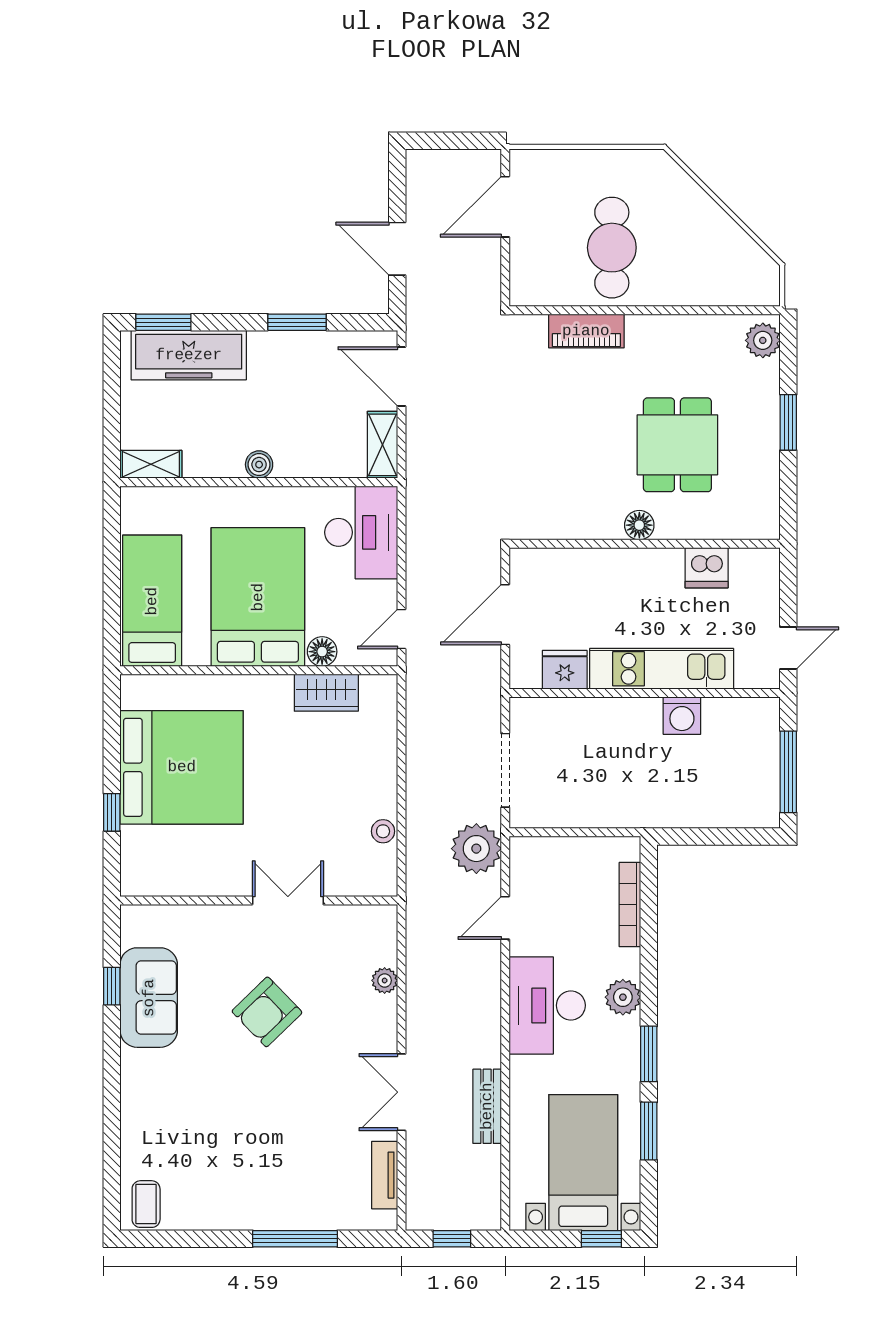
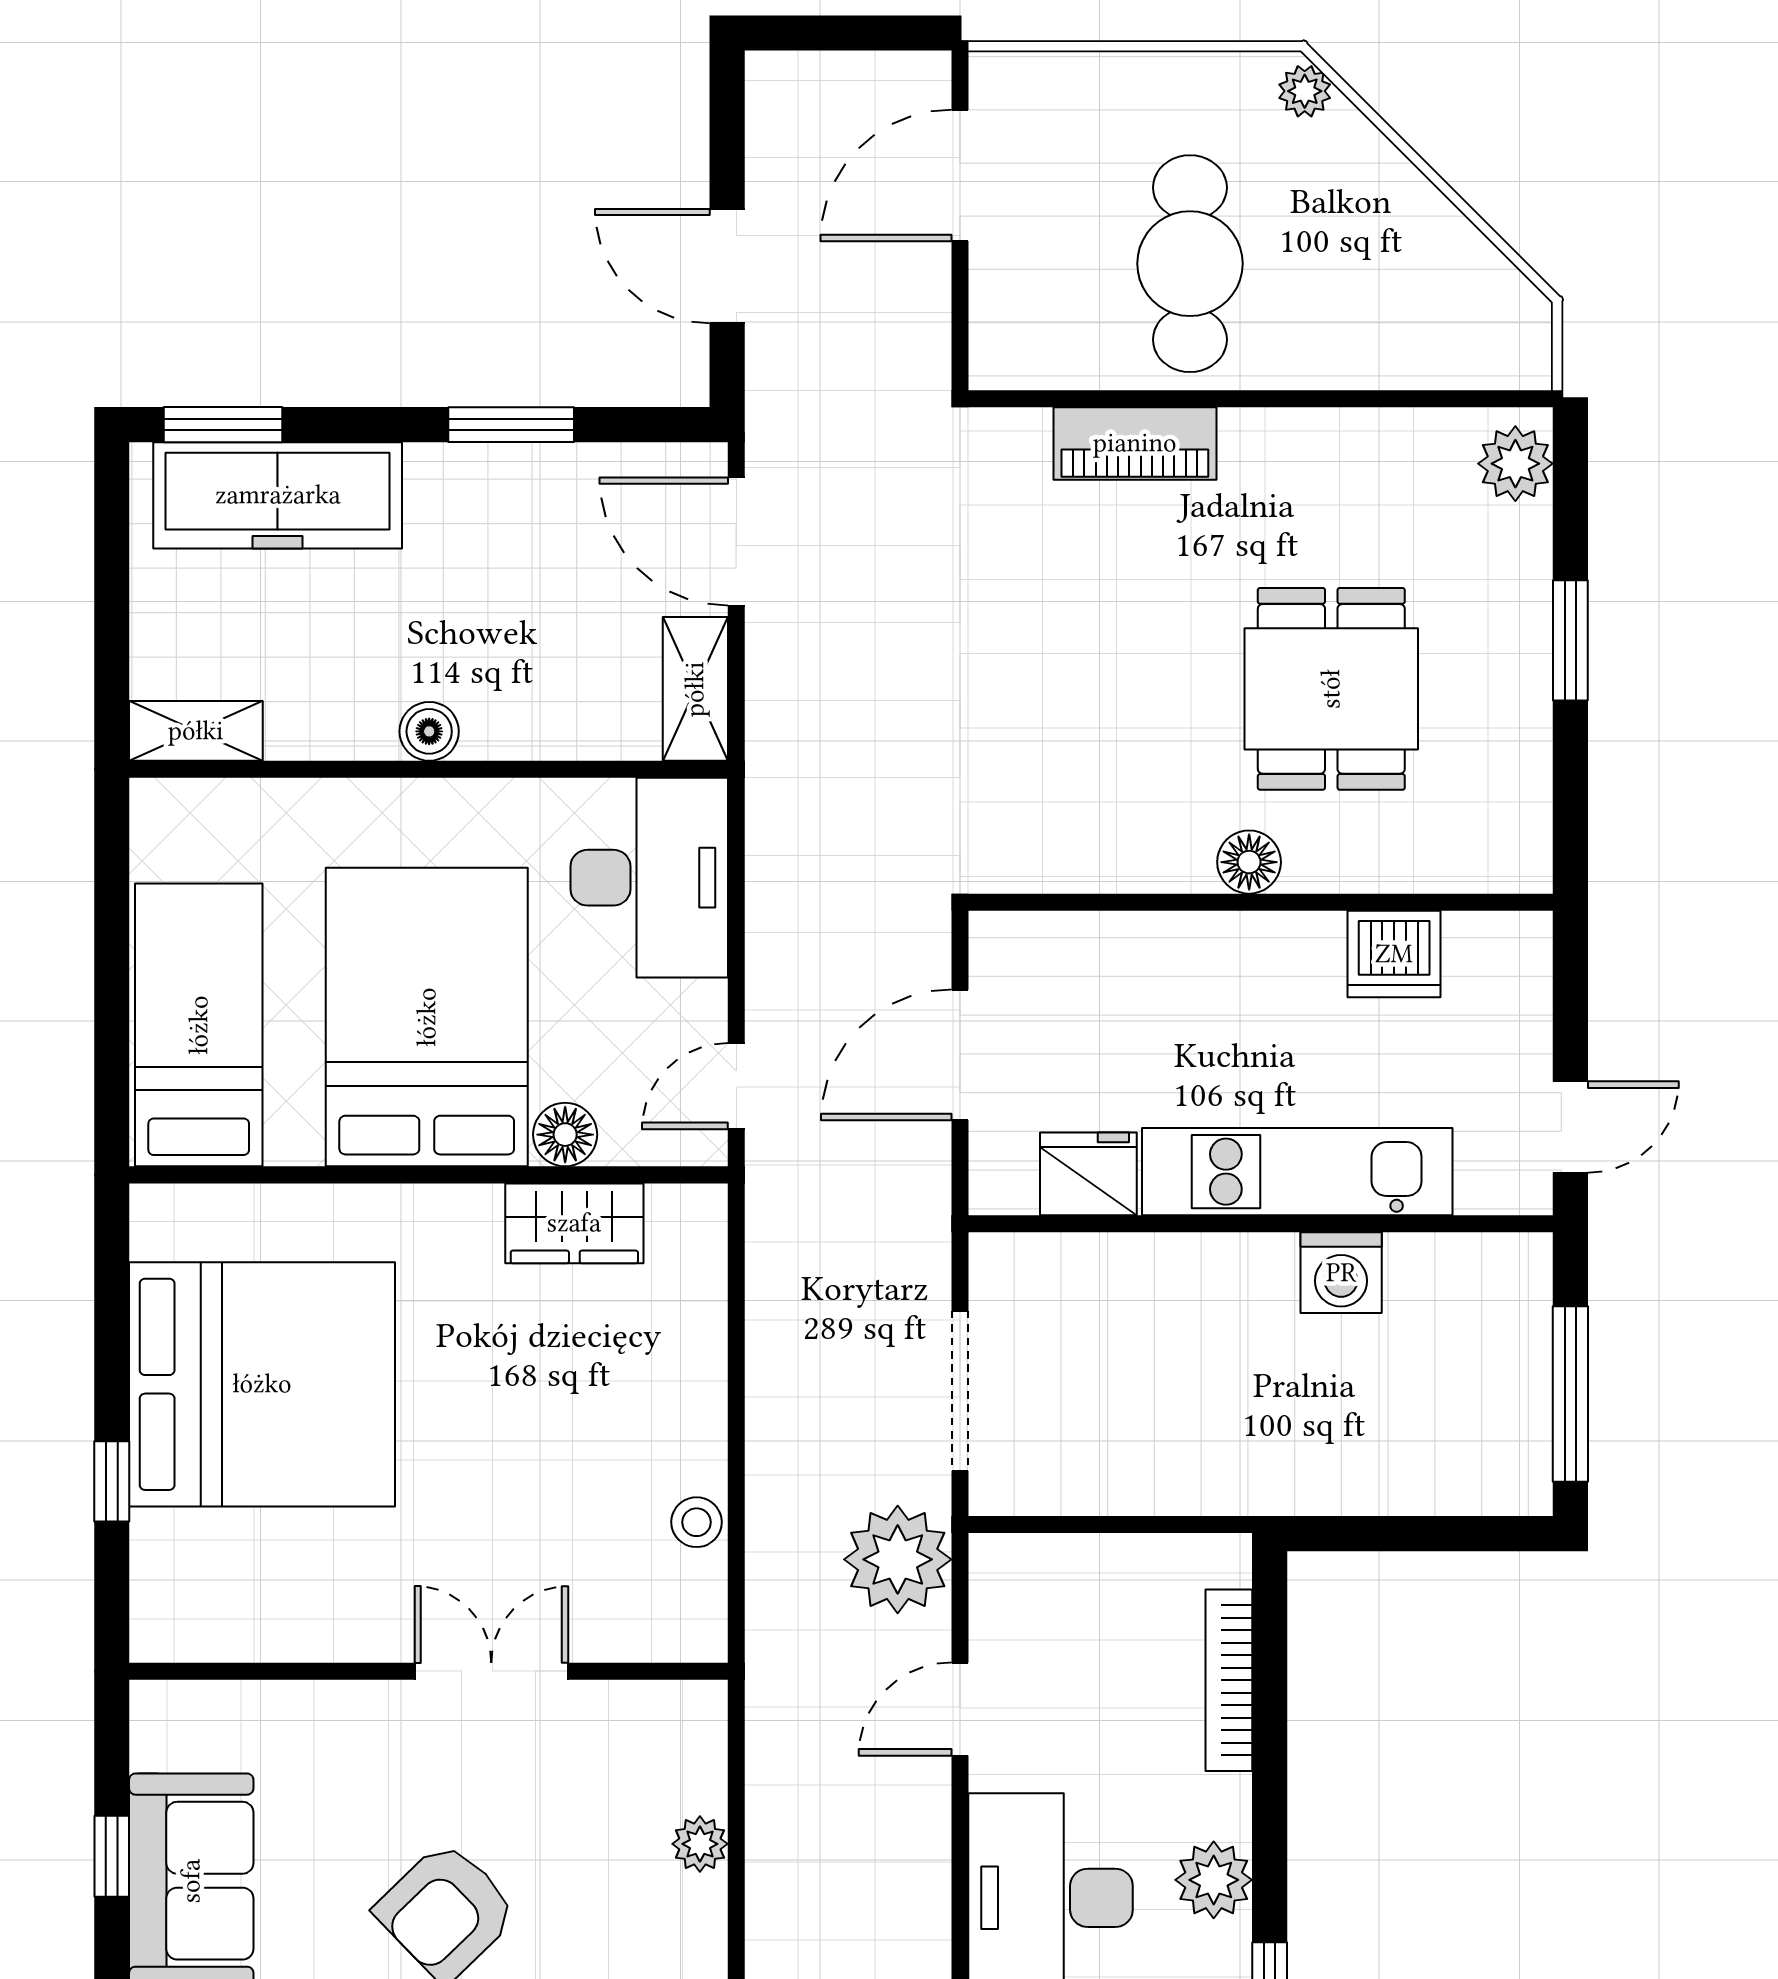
plant: (665, 168) -> (1305, 91), added

